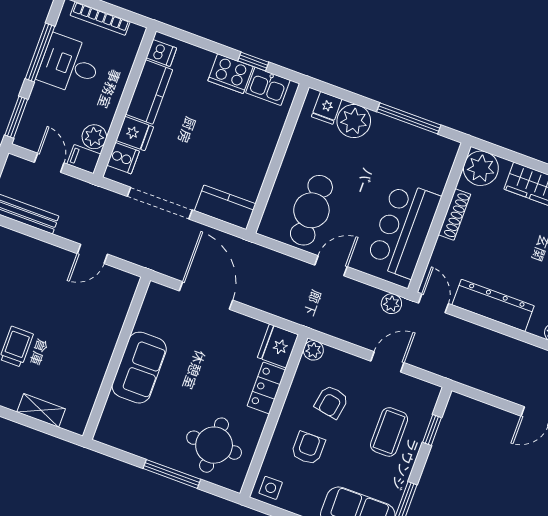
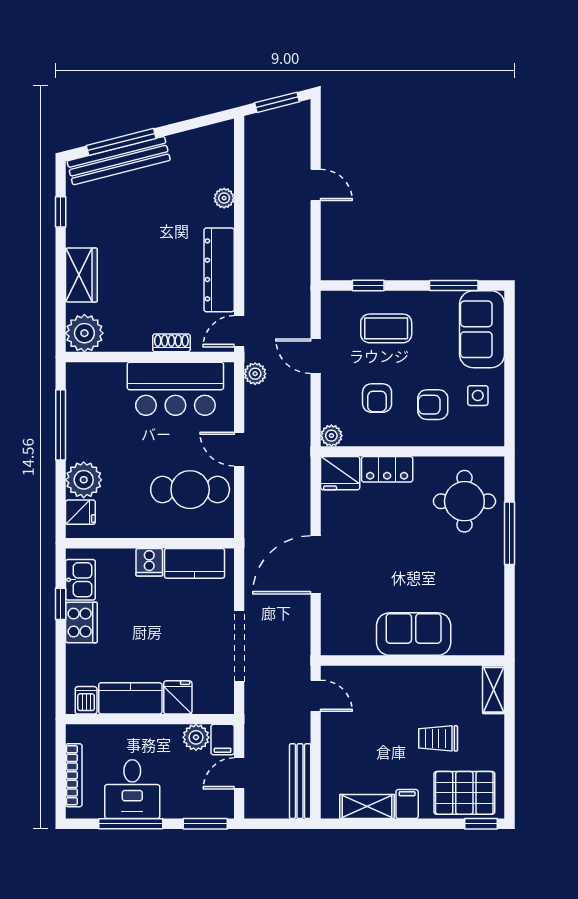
cooker: (123, 158) -> (149, 562), moved, turned 180
kitchen counter: (225, 207) -> (194, 563), moved, turned -90
shoe rack: (454, 214) -> (171, 343), moved, width x0.70
wall: (117, 358) -> (413, 660), moved
sofa: (139, 368) -> (414, 634), moved
armchair: (332, 402) -> (377, 398), turned 80
side table: (271, 488) -> (478, 396), moved

